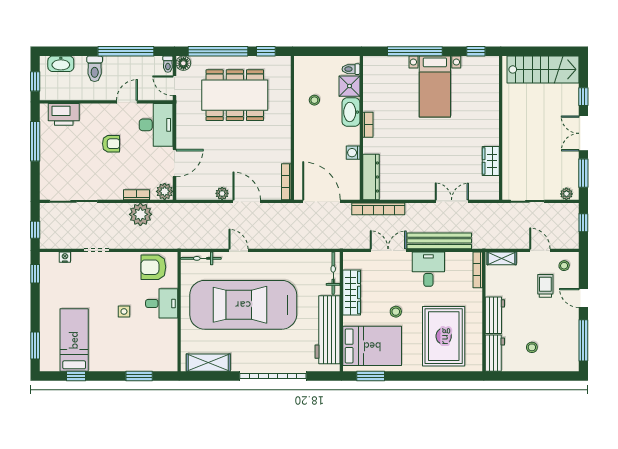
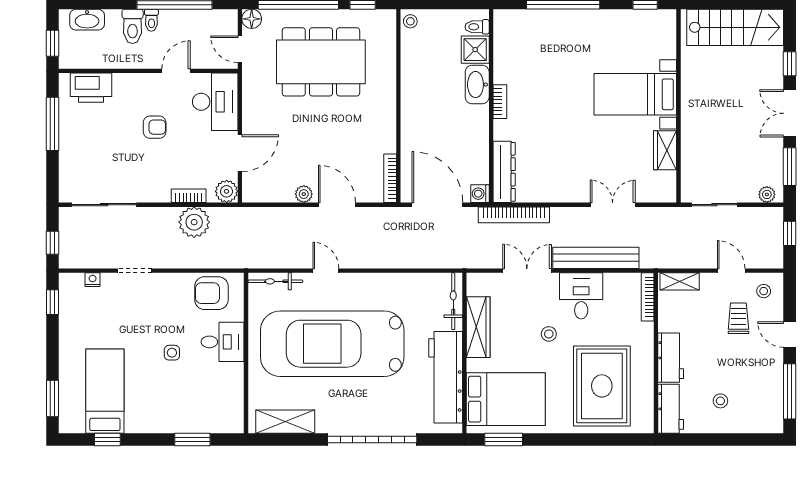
toilet: (168, 64) -> (151, 20), moved
bed with nightstands: (435, 87) -> (635, 94), moved, turned 90
stool: (314, 100) -> (410, 21), moved
washing machine: (353, 153) -> (480, 194), moved
stool: (396, 312) -> (549, 334), moved

